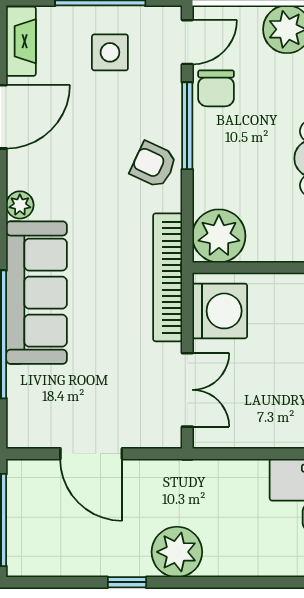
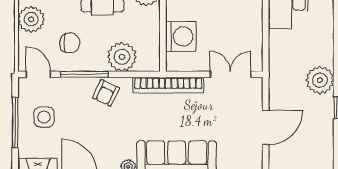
chair: (216, 88) -> (70, 43), moved
plant: (219, 236) -> (122, 57), moved
washing machine: (220, 311) -> (181, 37), moved, turned 90

